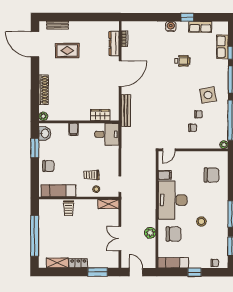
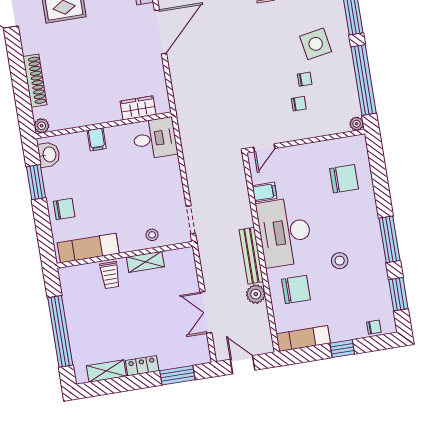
bench: (126, 111) -> (251, 256), moved
trolley: (91, 175) -> (140, 212), removed
shelving: (108, 204) -> (145, 262), moved

